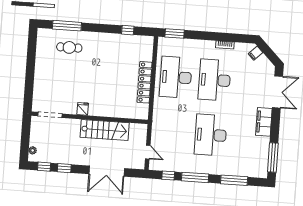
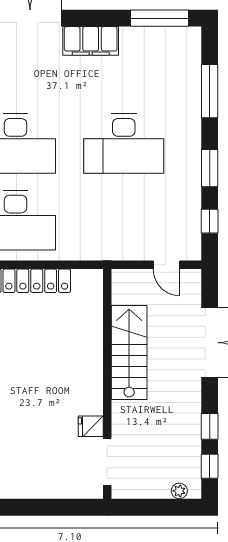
fridge: (83, 109) -> (91, 426), moved
door: (148, 152) -> (166, 265), swing flipped
window: (195, 177) -> (210, 168), width x0.69

